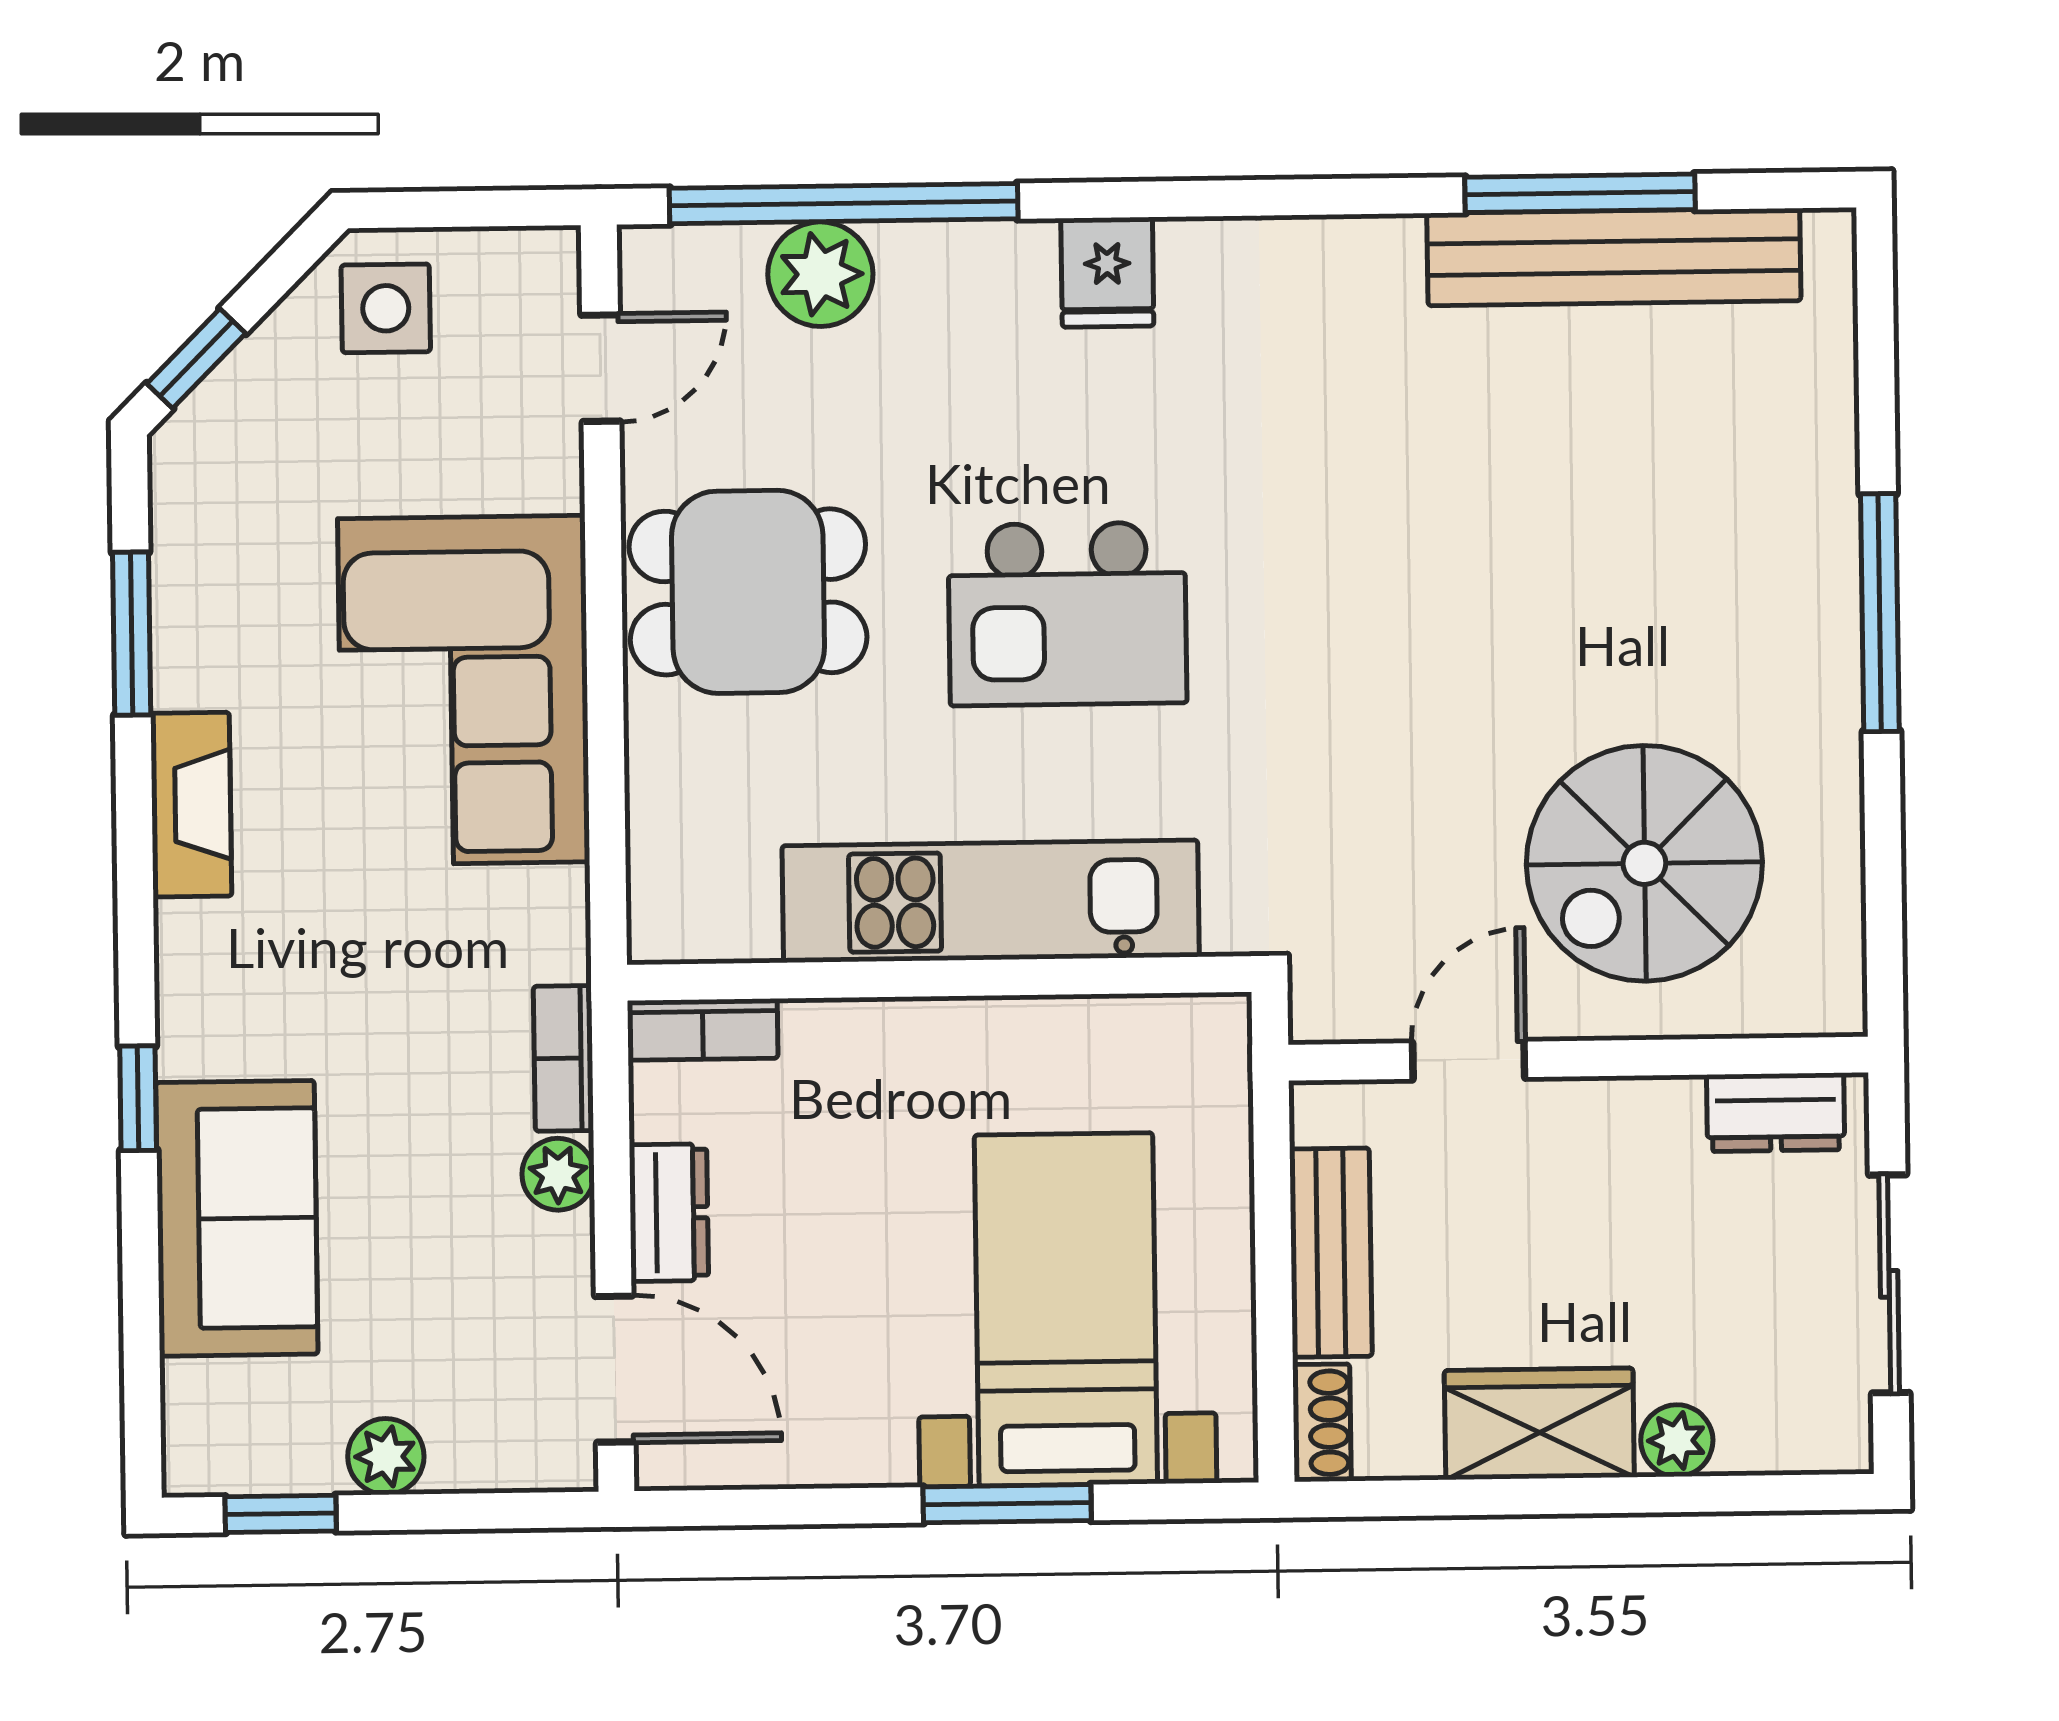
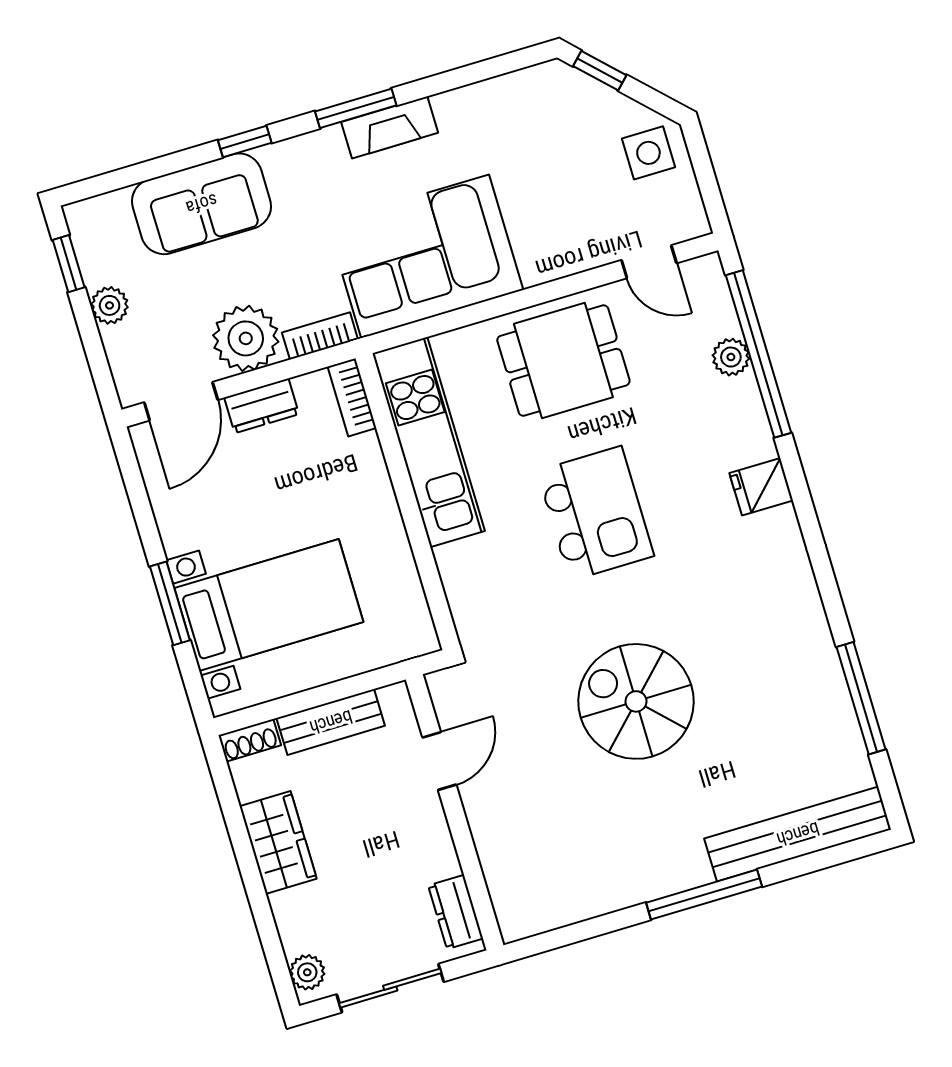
bench: (1614, 257) -> (798, 834), moved, turned 90
plant: (820, 274) -> (731, 357), width x0.73, depth x0.73
dining table: (748, 592) -> (563, 361), turned 90
kitchen island: (1067, 614) -> (596, 513), turned 180
window: (132, 634) -> (356, 108), moved
corner sofa: (464, 690) -> (425, 256), moved
spiral stairs: (1644, 863) -> (636, 701), moved
kitchen unit: (991, 901) -> (429, 442), moved
door: (1469, 1060) -> (439, 761), hinge flipped
plant: (558, 1174) -> (246, 338), width x1.88, depth x1.88
plant: (1677, 1441) -> (307, 972), moved

